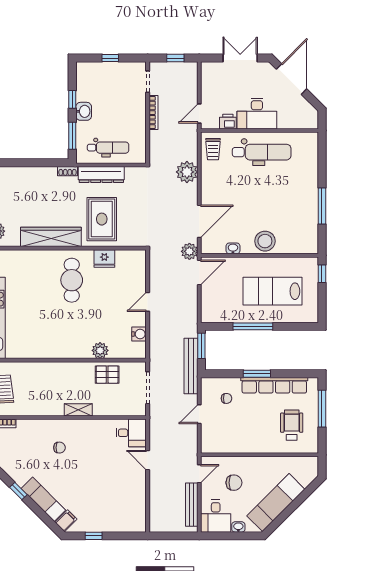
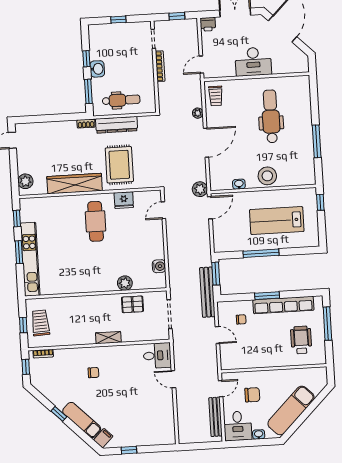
printer: (228, 122) -> (208, 24), moved, turned 180
dental chair: (262, 152) -> (271, 116), moved, turned -90
plant: (187, 172) -> (198, 113), width x0.53, depth x0.53
door: (199, 221) -> (206, 143), moved
door: (148, 302) -> (163, 210), moved
door: (199, 414) -> (217, 335), swing flipped

